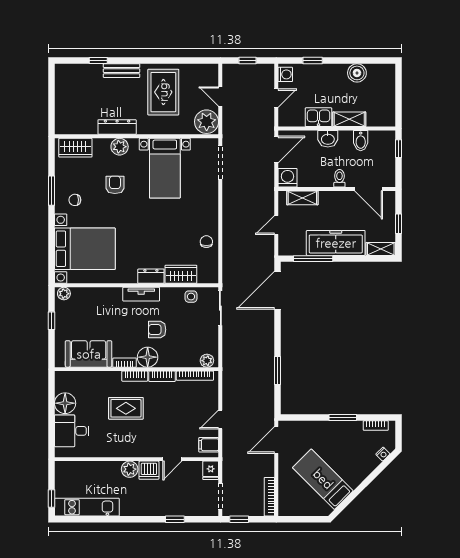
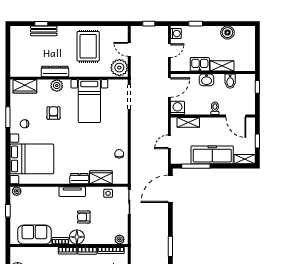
bench: (122, 71) -> (44, 31), moved

